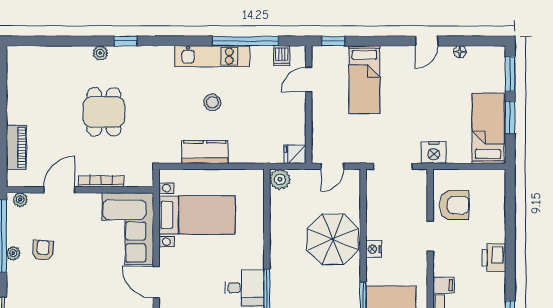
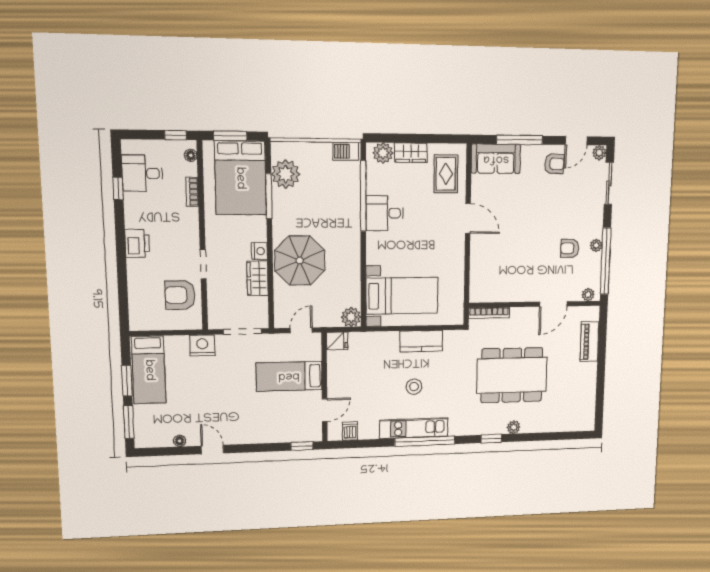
window: (245, 41) -> (425, 441), moved
door: (427, 41) -> (212, 450), hinge flipped
bed: (364, 80) -> (289, 376), moved, turned -90
dining table: (104, 112) -> (512, 375), width x1.88, depth x1.24
bookcase: (101, 181) -> (489, 313), moved
bed with nightstands: (197, 215) -> (402, 296), moved, turned 180
wardrobe: (376, 221) -> (258, 278), added
corner sofa: (128, 229) -> (493, 269), removed
armchair: (43, 250) -> (570, 248), turned 86
filing cabinet: (443, 285) -> (188, 216), removed

